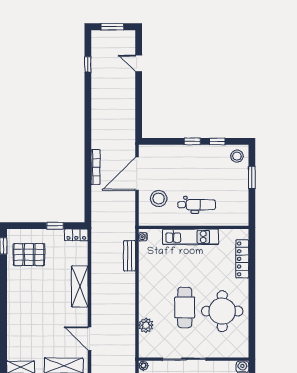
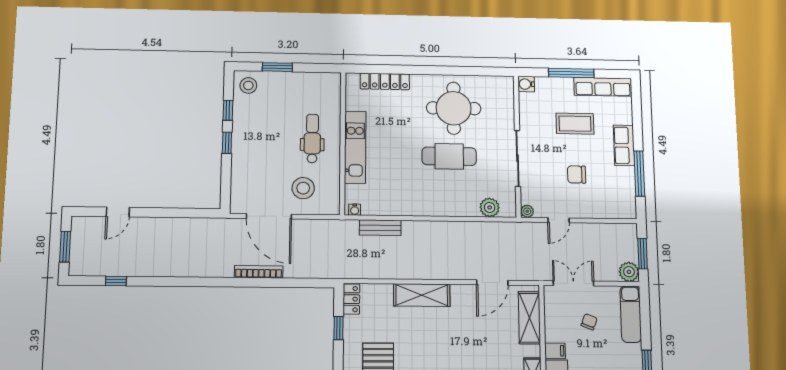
plant: (146, 325) -> (490, 207), moved

